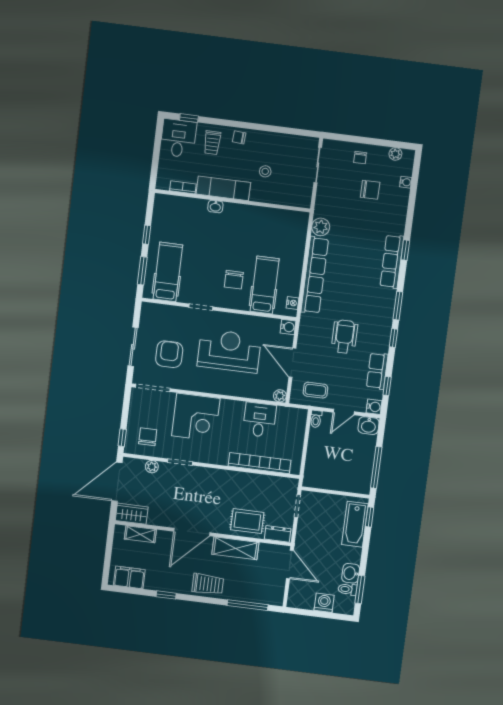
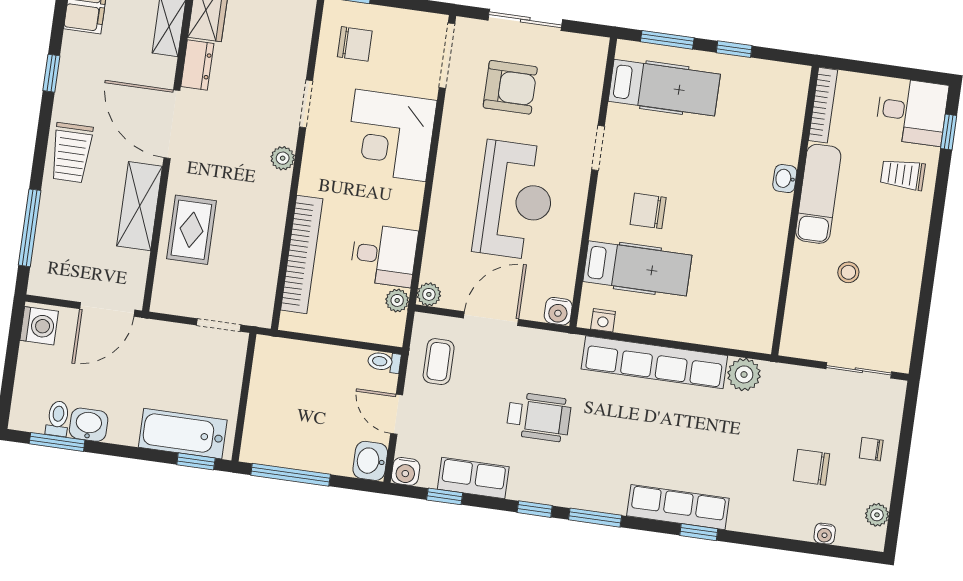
chair: (239, 137) -> (912, 225), removed
bookcase: (183, 187) -> (823, 105), width x1.56
chair: (370, 190) -> (812, 467), turned 90
plant: (283, 413) -> (397, 300), added
plant: (152, 467) -> (283, 158), moved
dresser: (278, 534) -> (197, 65), moved
washing machine: (324, 603) -> (39, 326), moved

